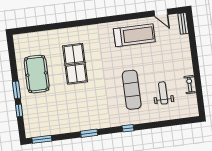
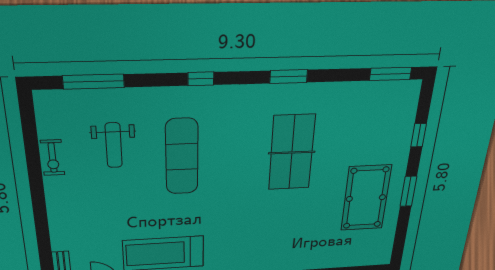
table tennis table: (75, 64) -> (292, 152), moved
window: (17, 90) -> (408, 191), moved
window: (174, 122) -> (94, 82), added

